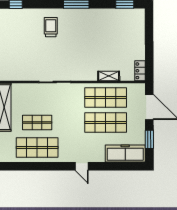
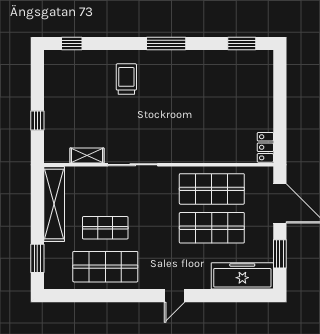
shelving: (109, 76) -> (87, 156), moved
door: (82, 166) -> (175, 296), hinge flipped

